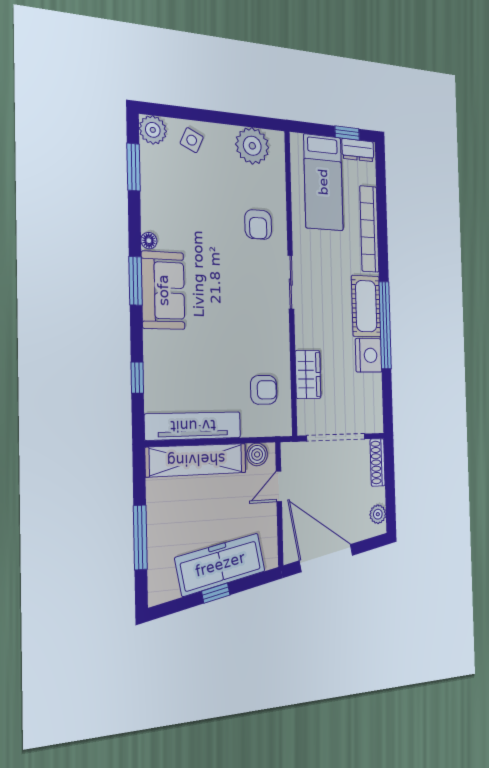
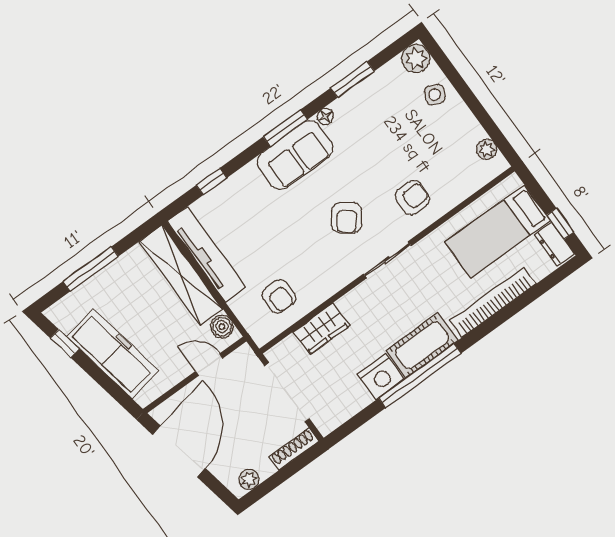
plant: (252, 146) -> (486, 149), width x0.53, depth x0.53
window: (134, 167) -> (352, 79), moved
armchair: (258, 225) -> (412, 198), turned 180
armchair: (239, 288) -> (347, 218), added
window: (216, 593) -> (65, 343), moved

